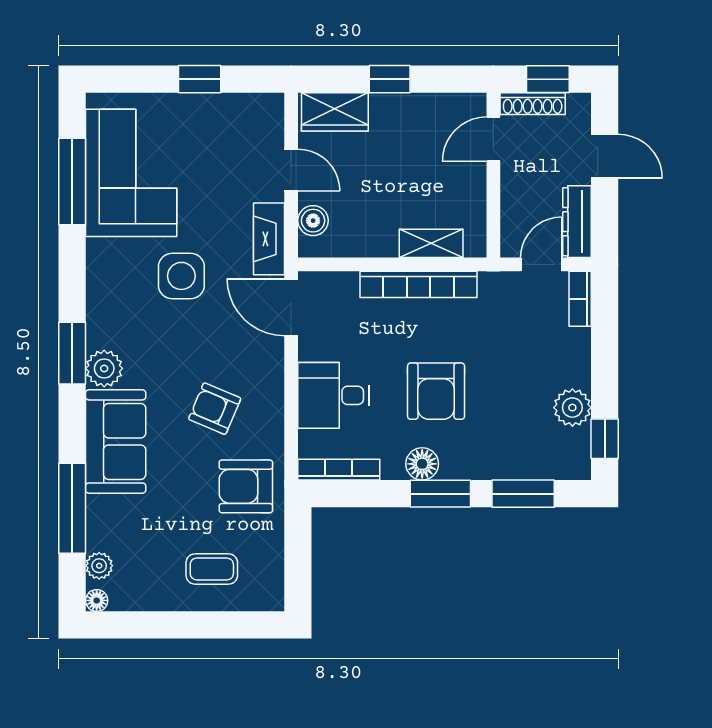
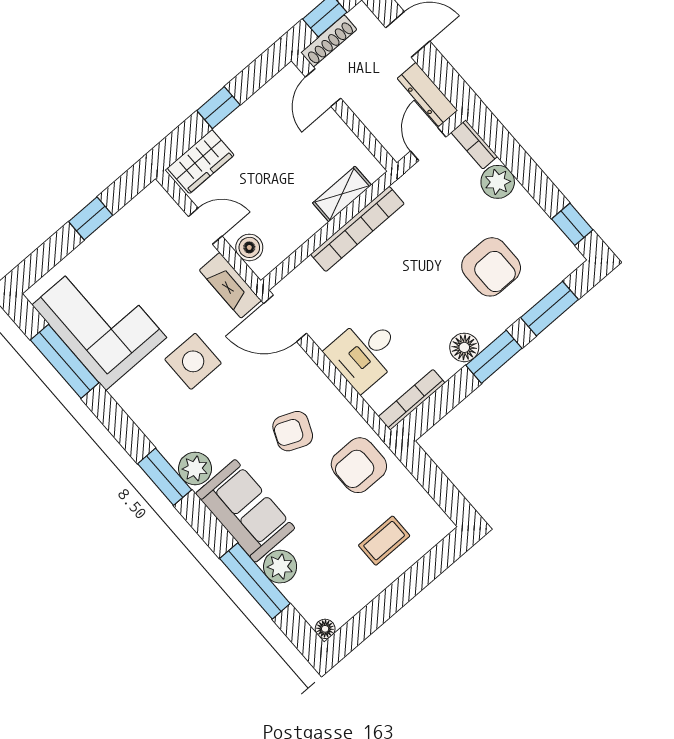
armchair: (436, 391) -> (491, 267), moved
plant: (572, 408) -> (498, 182), moved
plant: (99, 566) -> (280, 567), moved, width x1.38, depth x1.38

